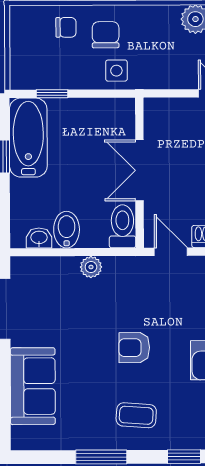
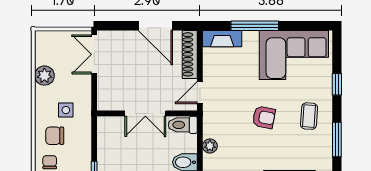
side table: (116, 71) -> (66, 110), moved
armchair: (134, 348) -> (264, 117), turned -79

